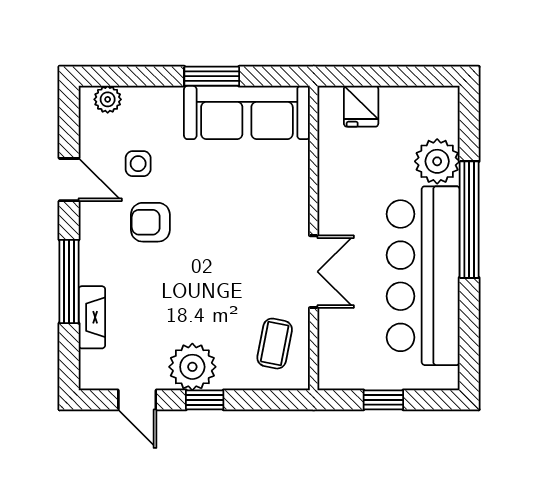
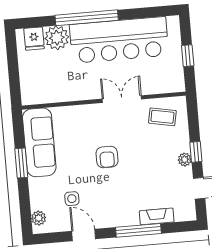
fridge: (361, 106) -> (34, 39), moved, turned 90
door: (69, 180) -> (84, 235), hinge flipped
armchair: (150, 222) -> (107, 157), moved
plant: (192, 367) -> (185, 160), width x0.53, depth x0.53

